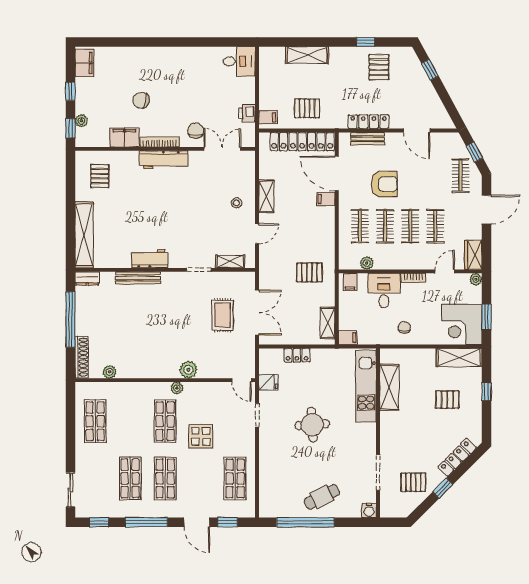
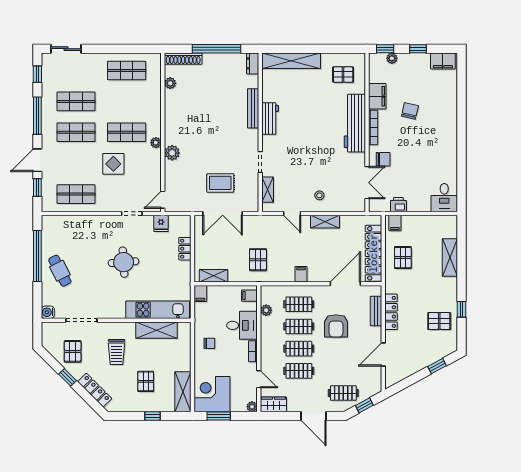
workbench: (164, 160) -> (355, 123), width x1.36, depth x1.32
filing cabinet: (326, 199) -> (301, 274), moved
trolley: (414, 433) -> (117, 352), added

